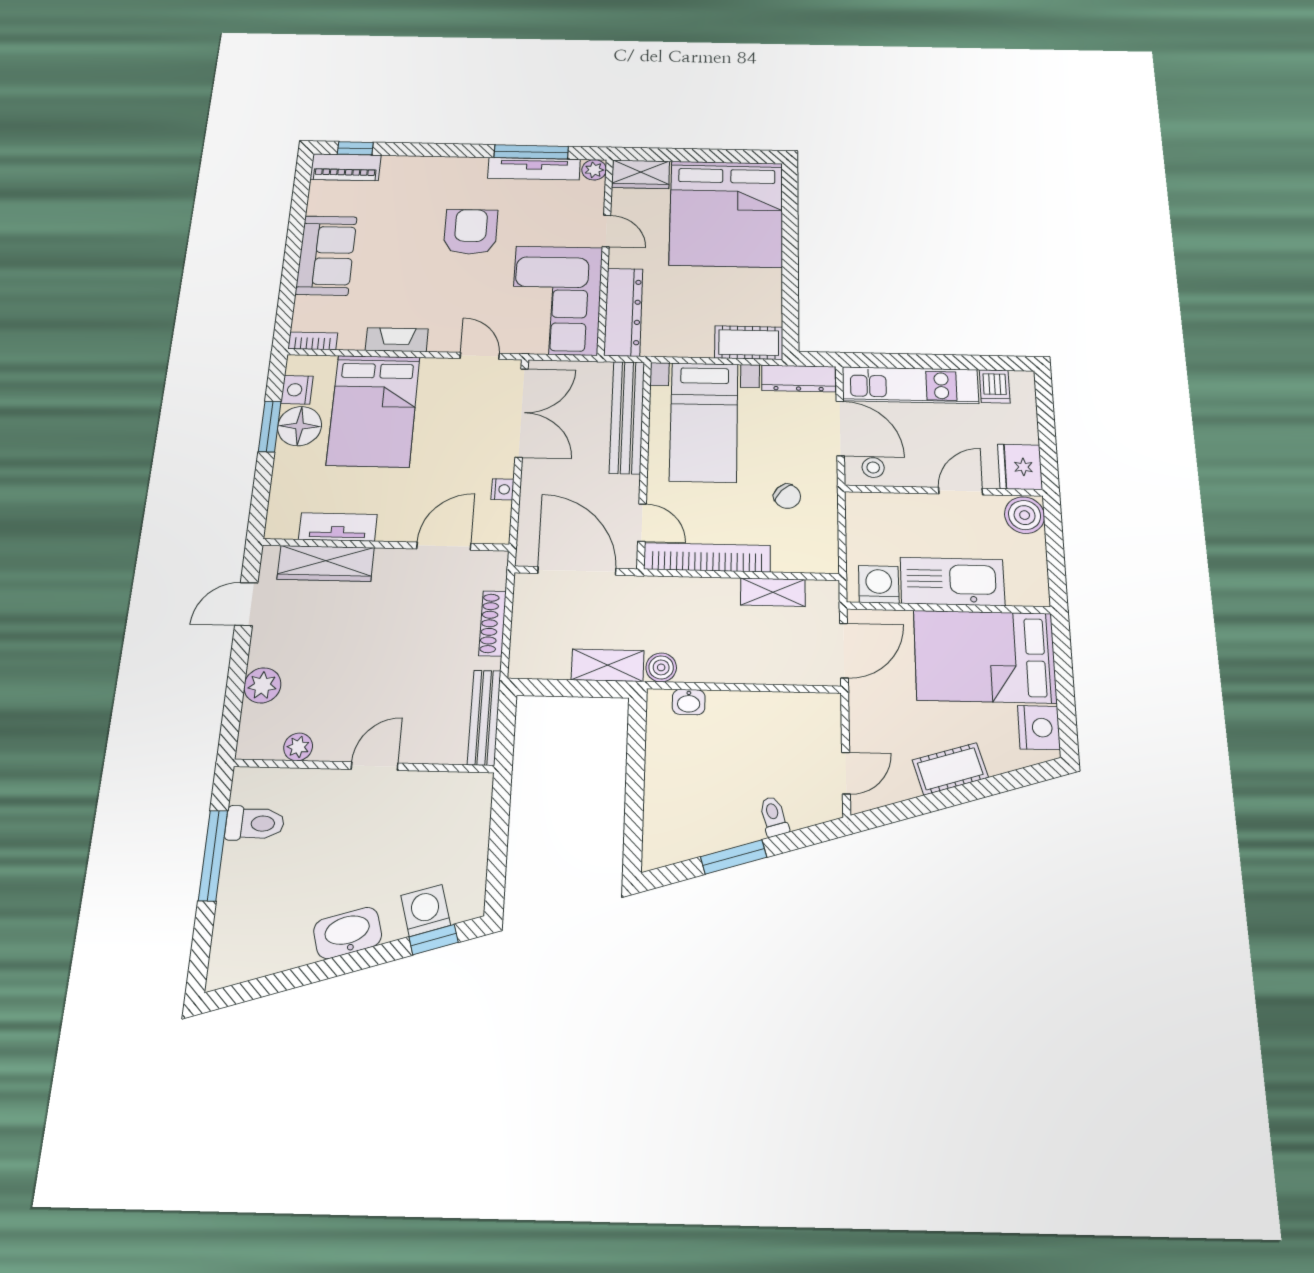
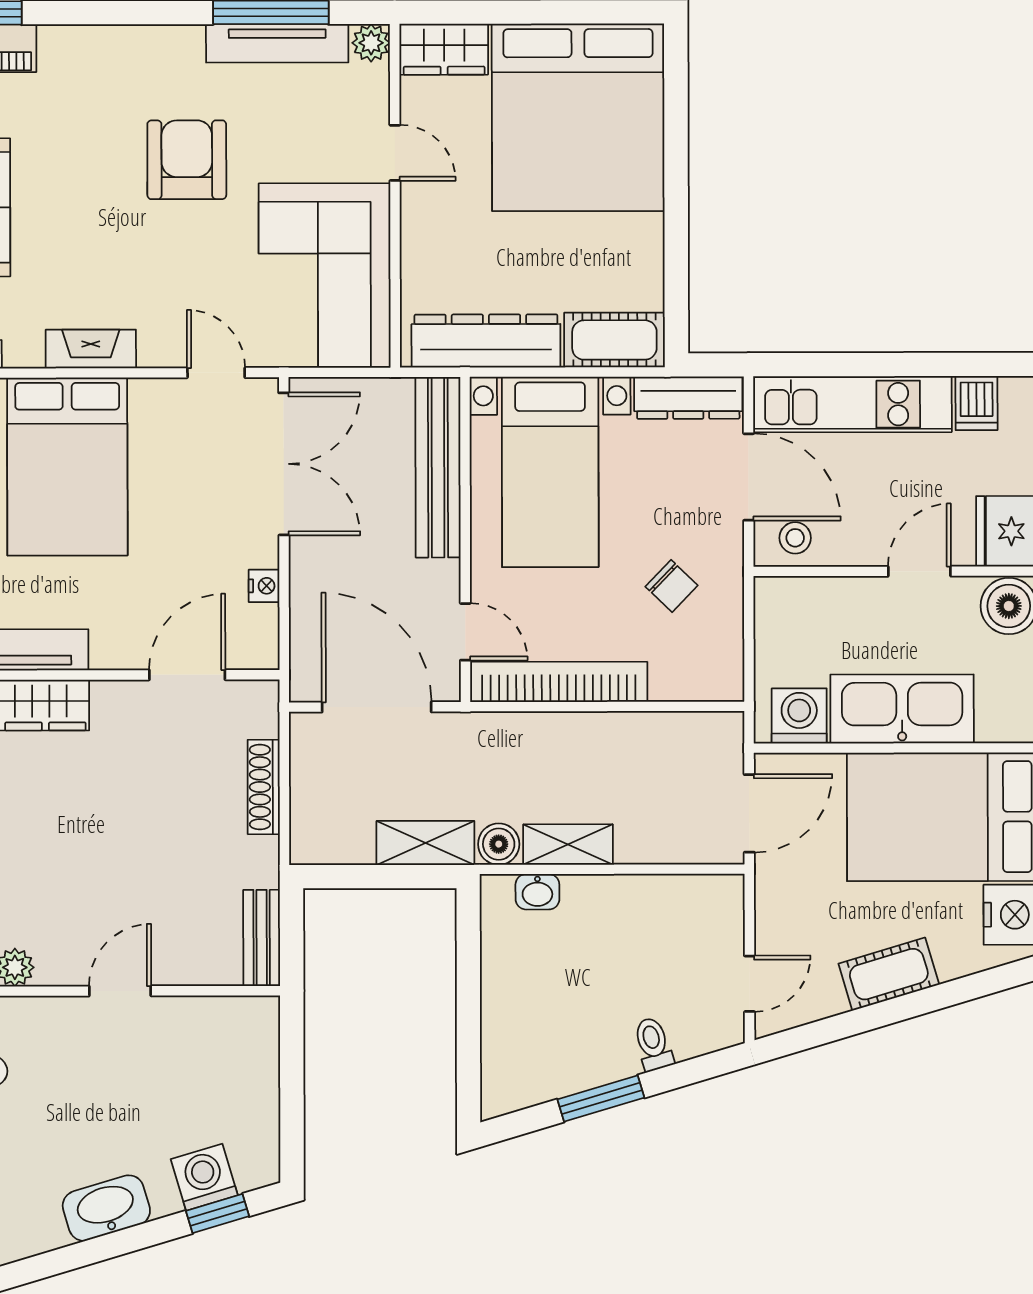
dresser: (623, 312) -> (486, 341), moved, turned -90
shelving: (773, 592) -> (568, 844), moved
bench: (484, 717) -> (262, 938), width x0.73

